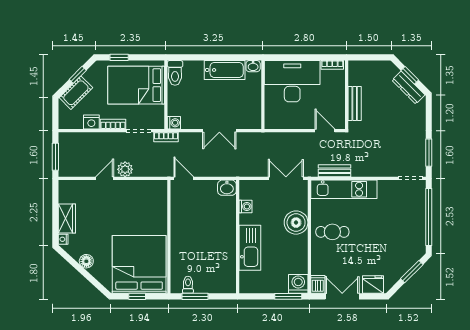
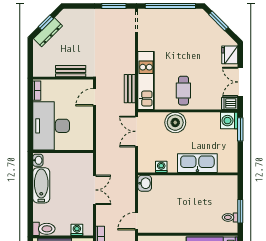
dresser: (408, 88) -> (48, 32), moved
washing machine: (174, 123) -> (77, 230), moved

